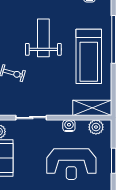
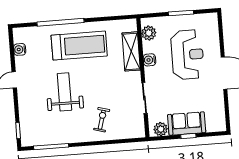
weight bench: (43, 38) -> (64, 92), turned 90
shelving: (92, 108) -> (131, 51), moved

